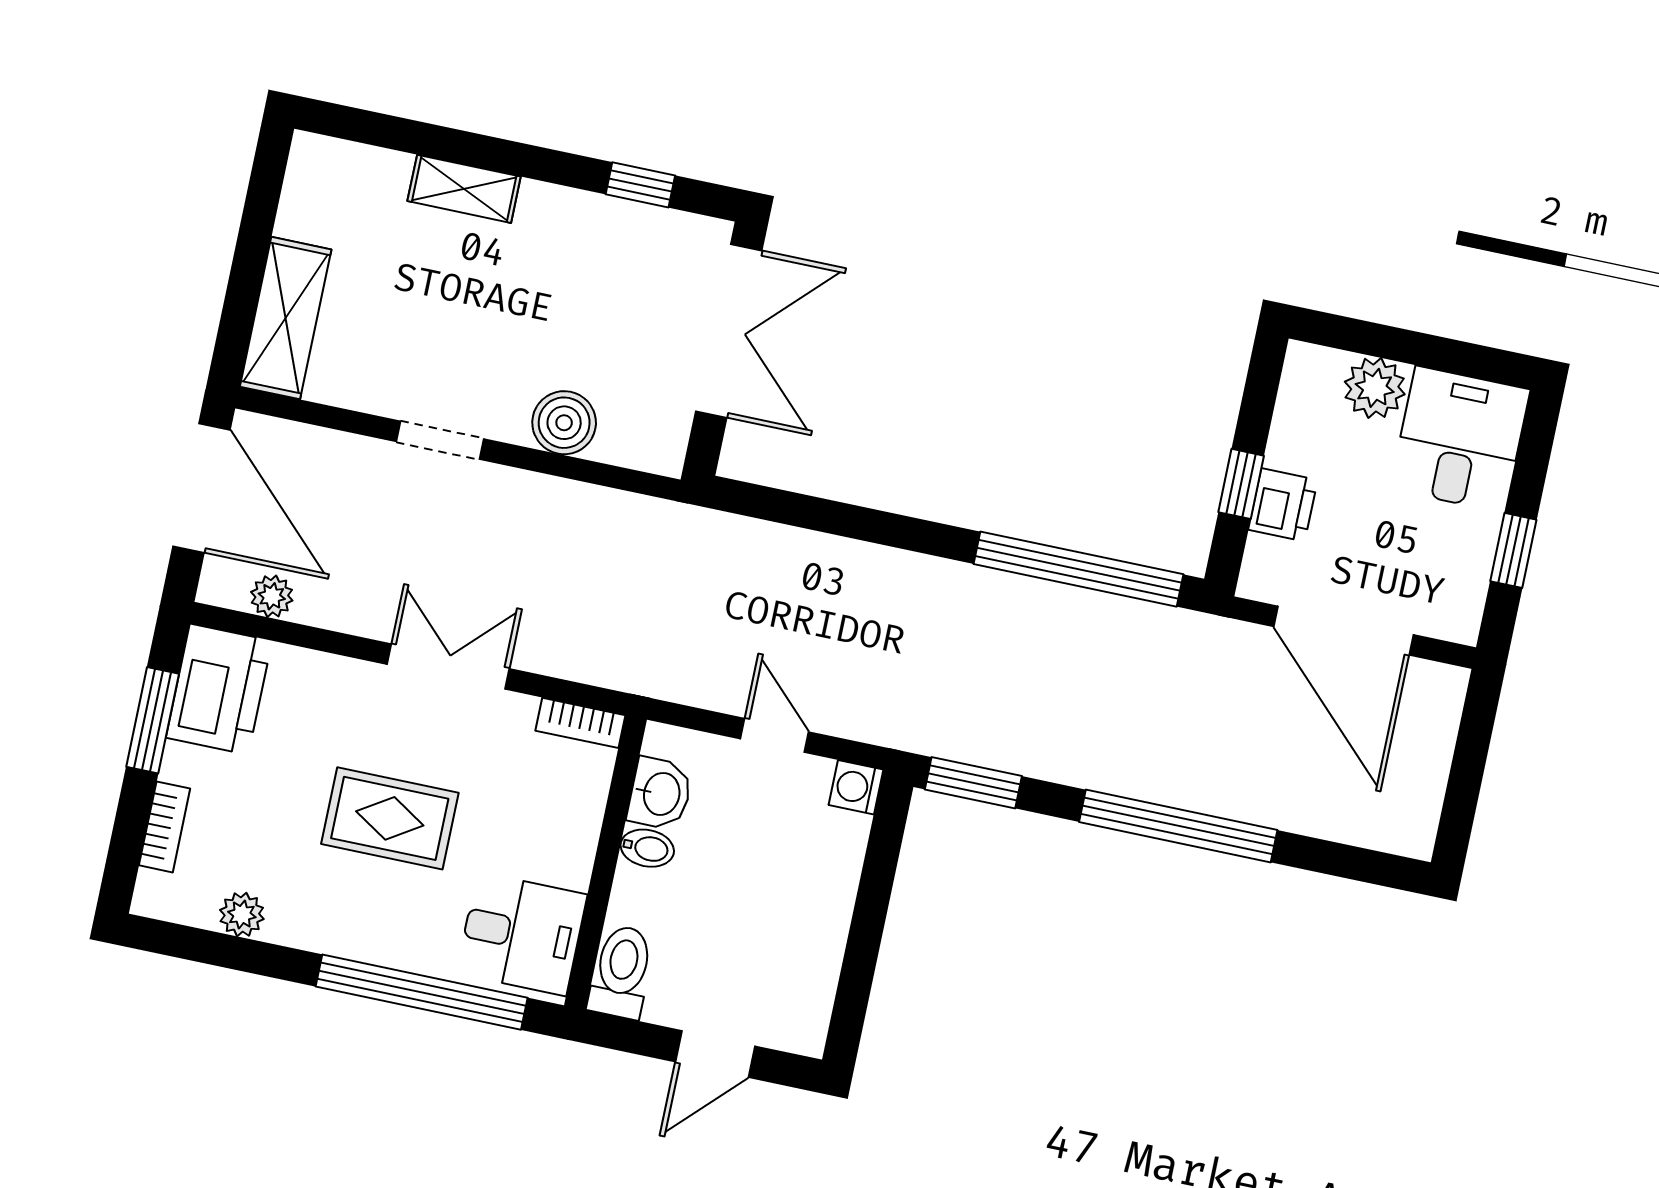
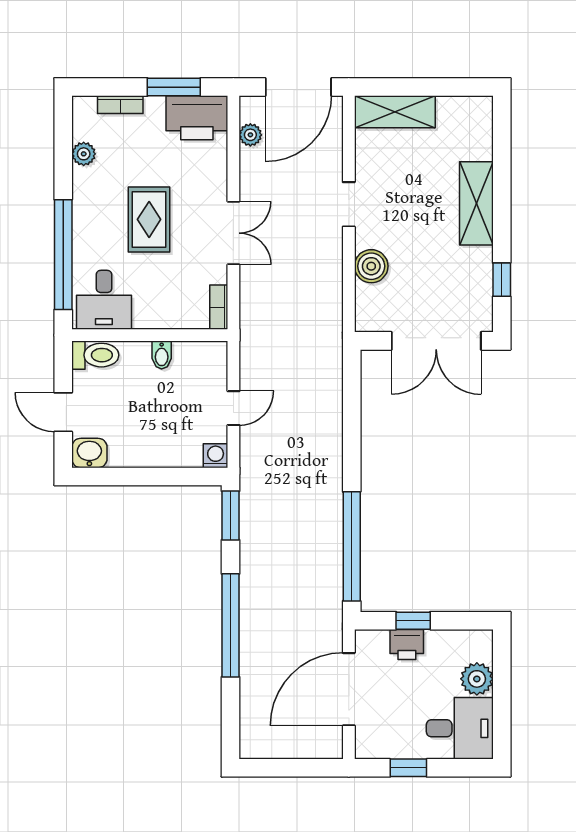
shelving: (464, 189) -> (476, 203), width x1.50, depth x1.33
washbasin: (660, 794) -> (89, 453), moved, turned 180

